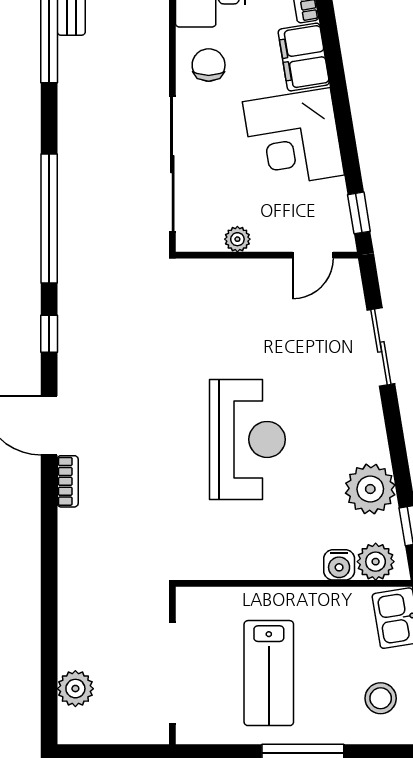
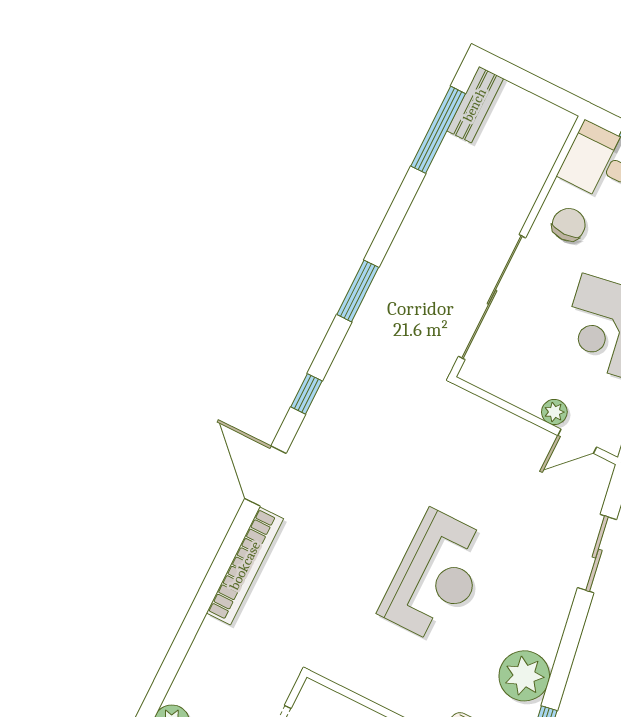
window: (49, 218) -> (358, 291), width x0.47
plant: (237, 239) -> (554, 412), moved
bookcase: (68, 481) -> (245, 566), width x2.31, depth x1.31

